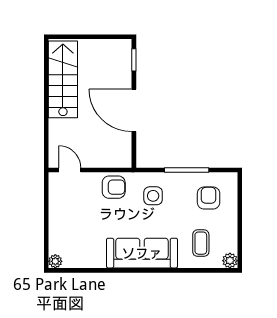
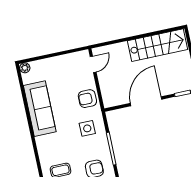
armchair: (114, 187) -> (87, 99), turned 90
sofa: (142, 253) -> (40, 109), moved

